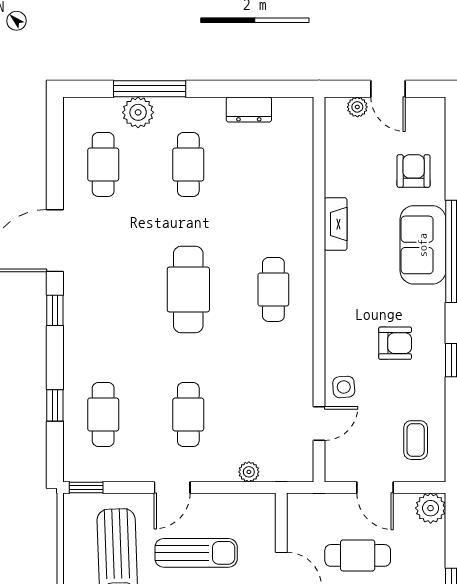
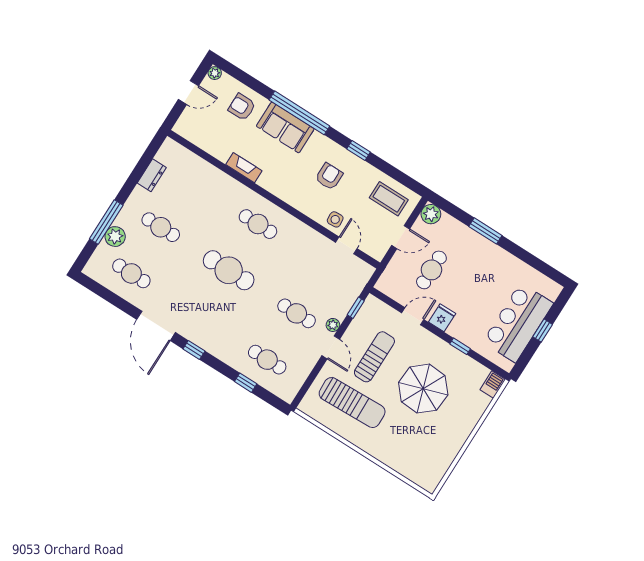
plant: (357, 107) -> (215, 73), moved
coffee table: (416, 440) -> (389, 199), width x1.36, depth x1.30
plant: (249, 472) -> (333, 325), moved
window: (86, 488) -> (356, 308), moved

